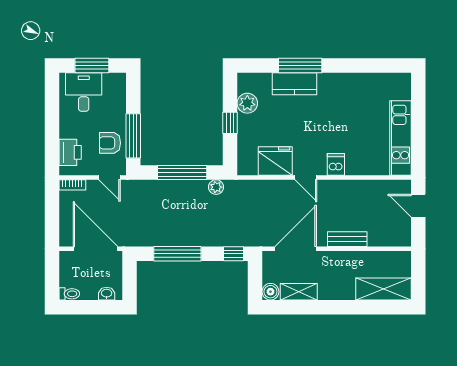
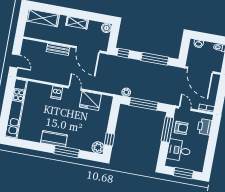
kitchen counter: (294, 84) -> (54, 139), moved
desk: (84, 92) -> (179, 150), moved, turned 90
plant: (247, 103) -> (98, 147), moved
window: (230, 123) -> (109, 139), moved
kitchen unit: (401, 138) -> (16, 108), width x1.36
door: (296, 249) -> (88, 49), hinge flipped
shelving: (299, 292) -> (77, 23), moved

